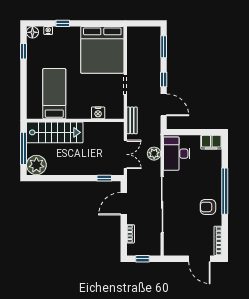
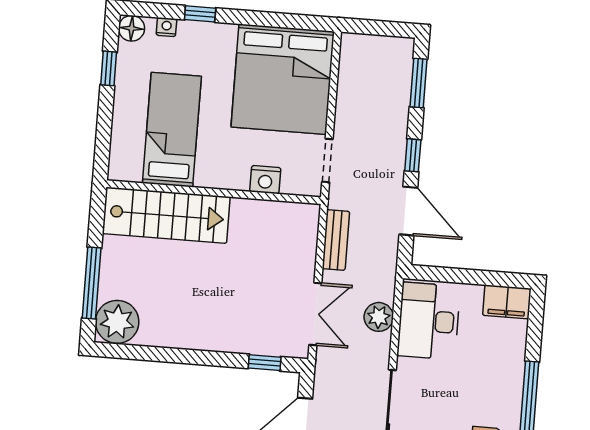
bed: (54, 94) -> (172, 130), moved
nightstand: (98, 113) -> (265, 180), moved
wall: (75, 120) -> (214, 192), moved
stairs: (55, 132) -> (166, 215), moved

